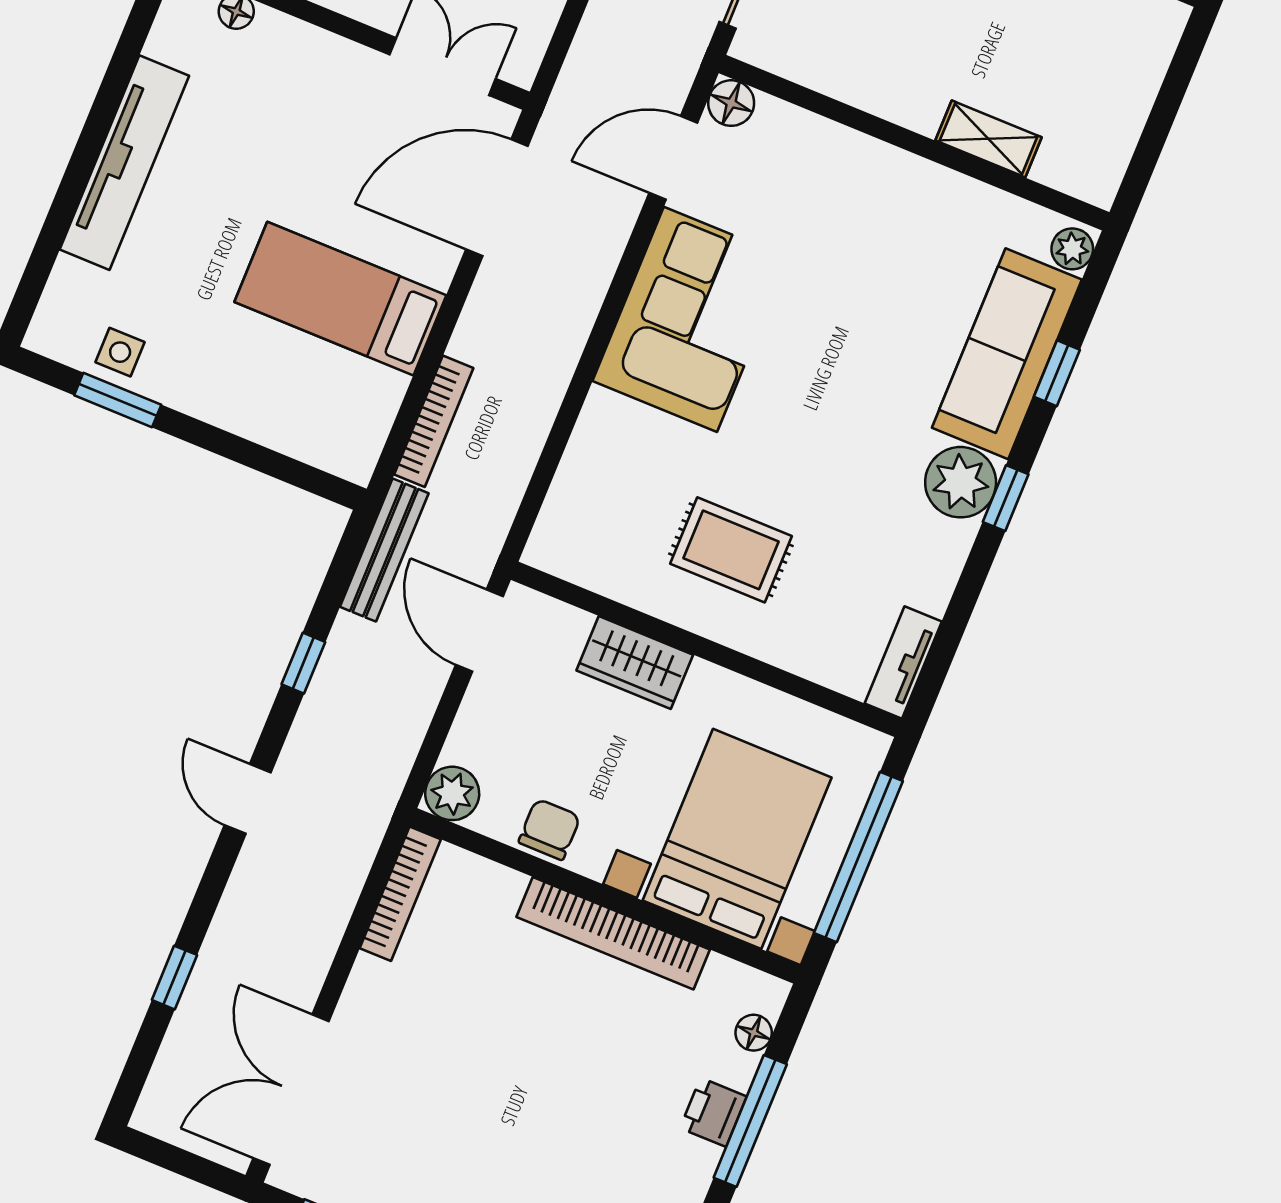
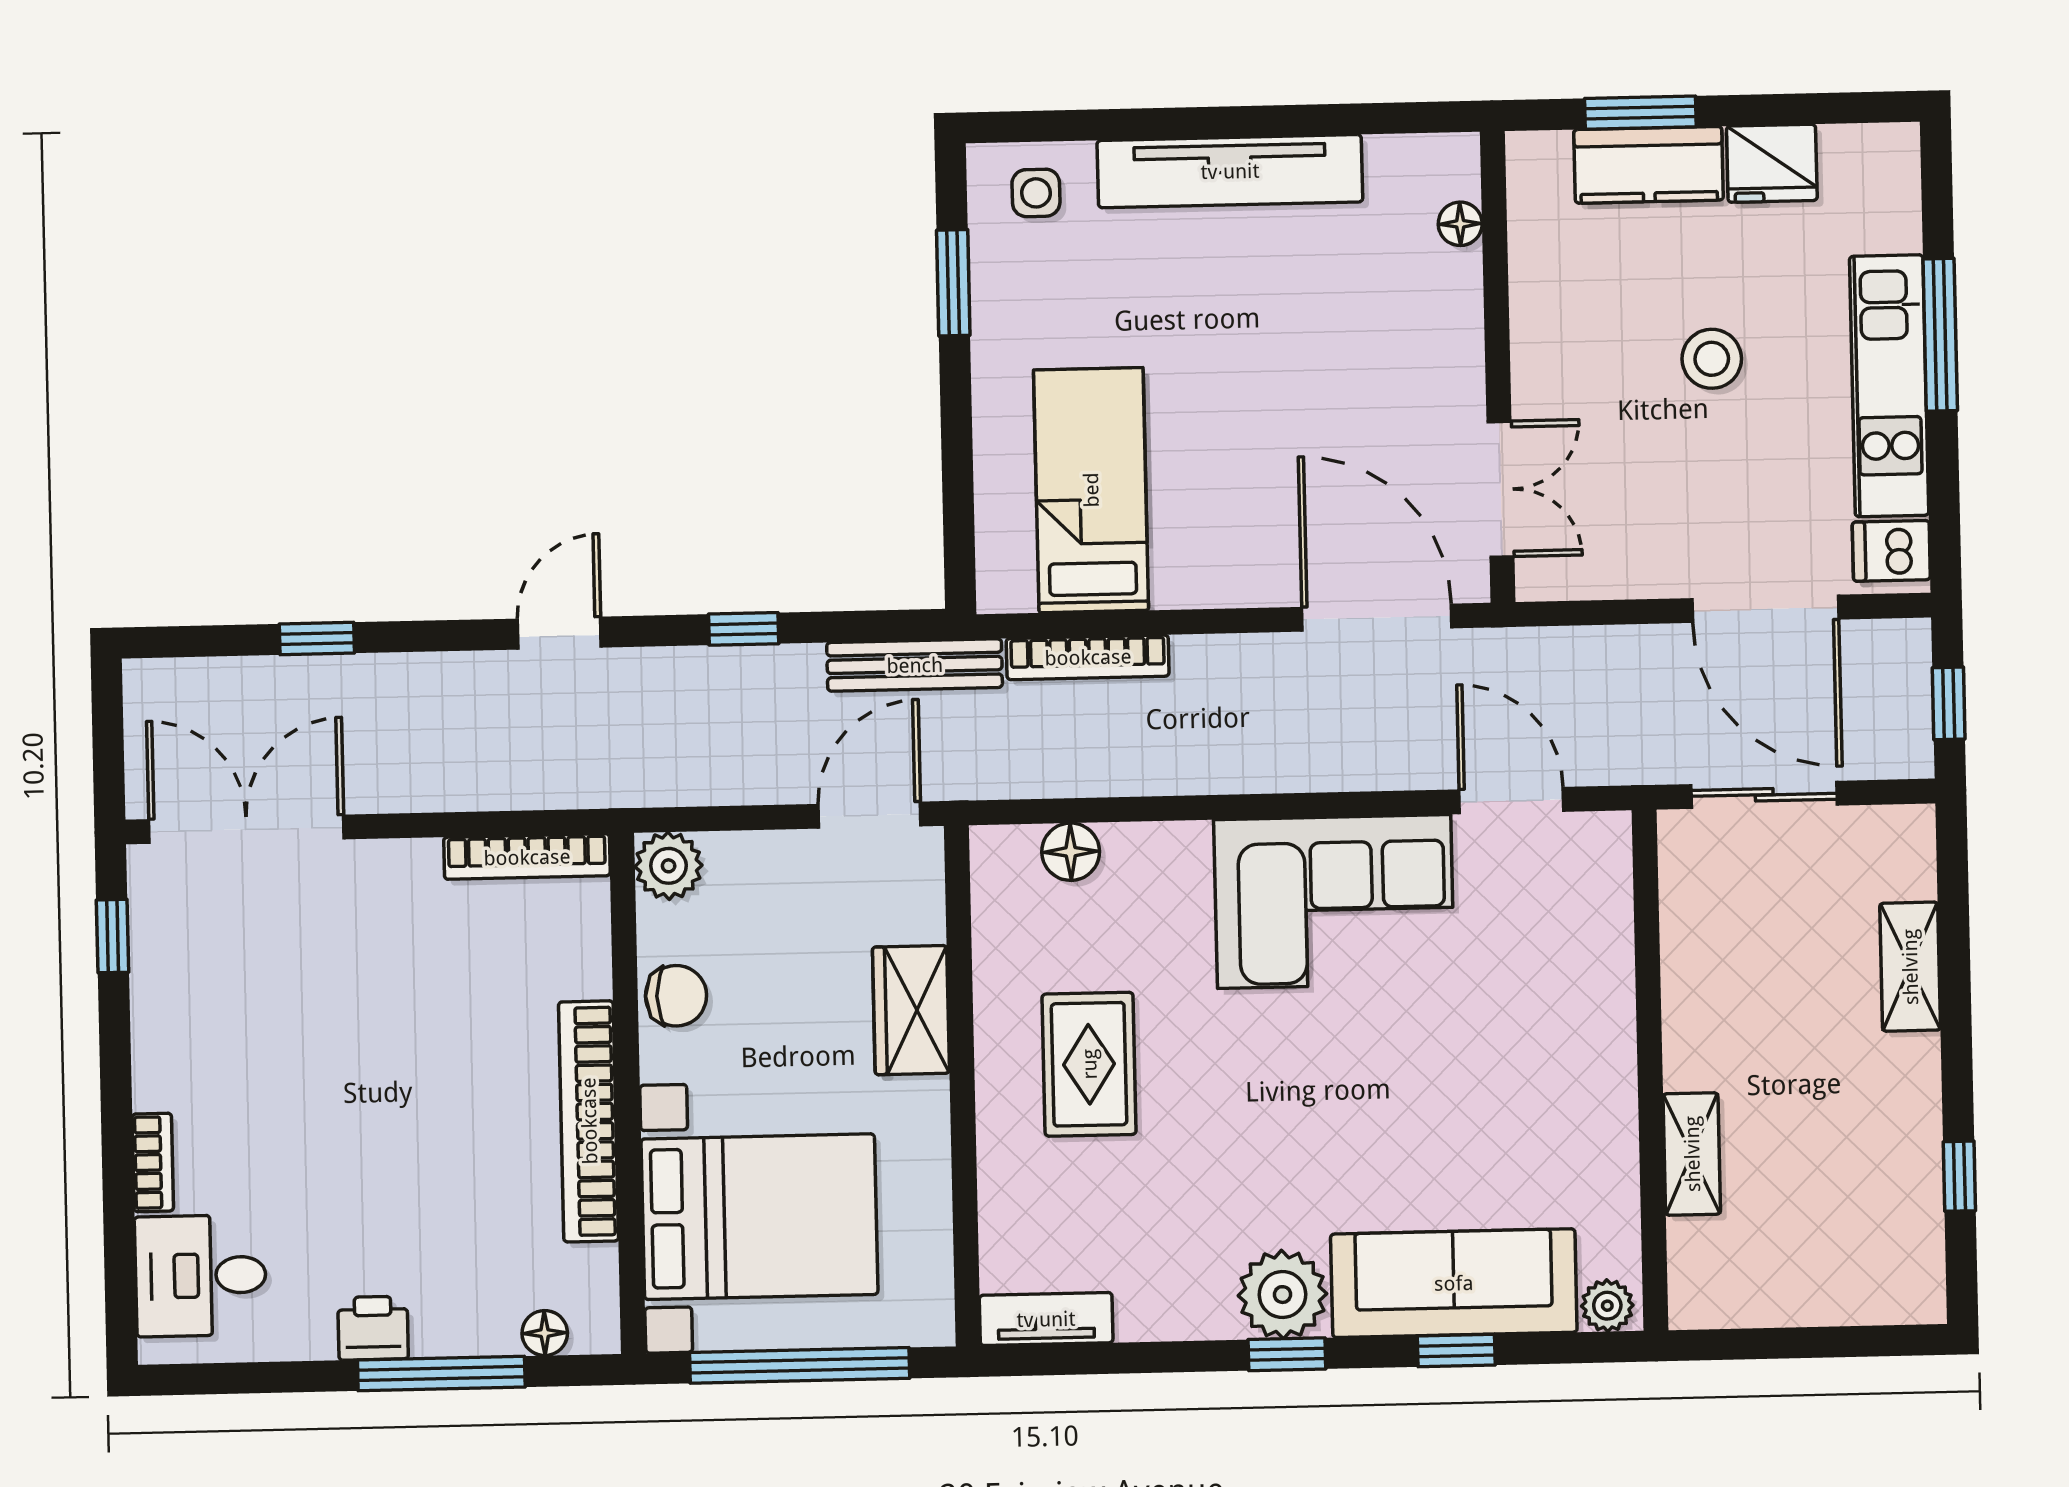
floor lamp: (731, 103) -> (1071, 852), moved
bed: (340, 299) -> (1091, 490), moved
side table: (120, 352) -> (1036, 193), moved
printer: (713, 1112) -> (373, 1328), moved

